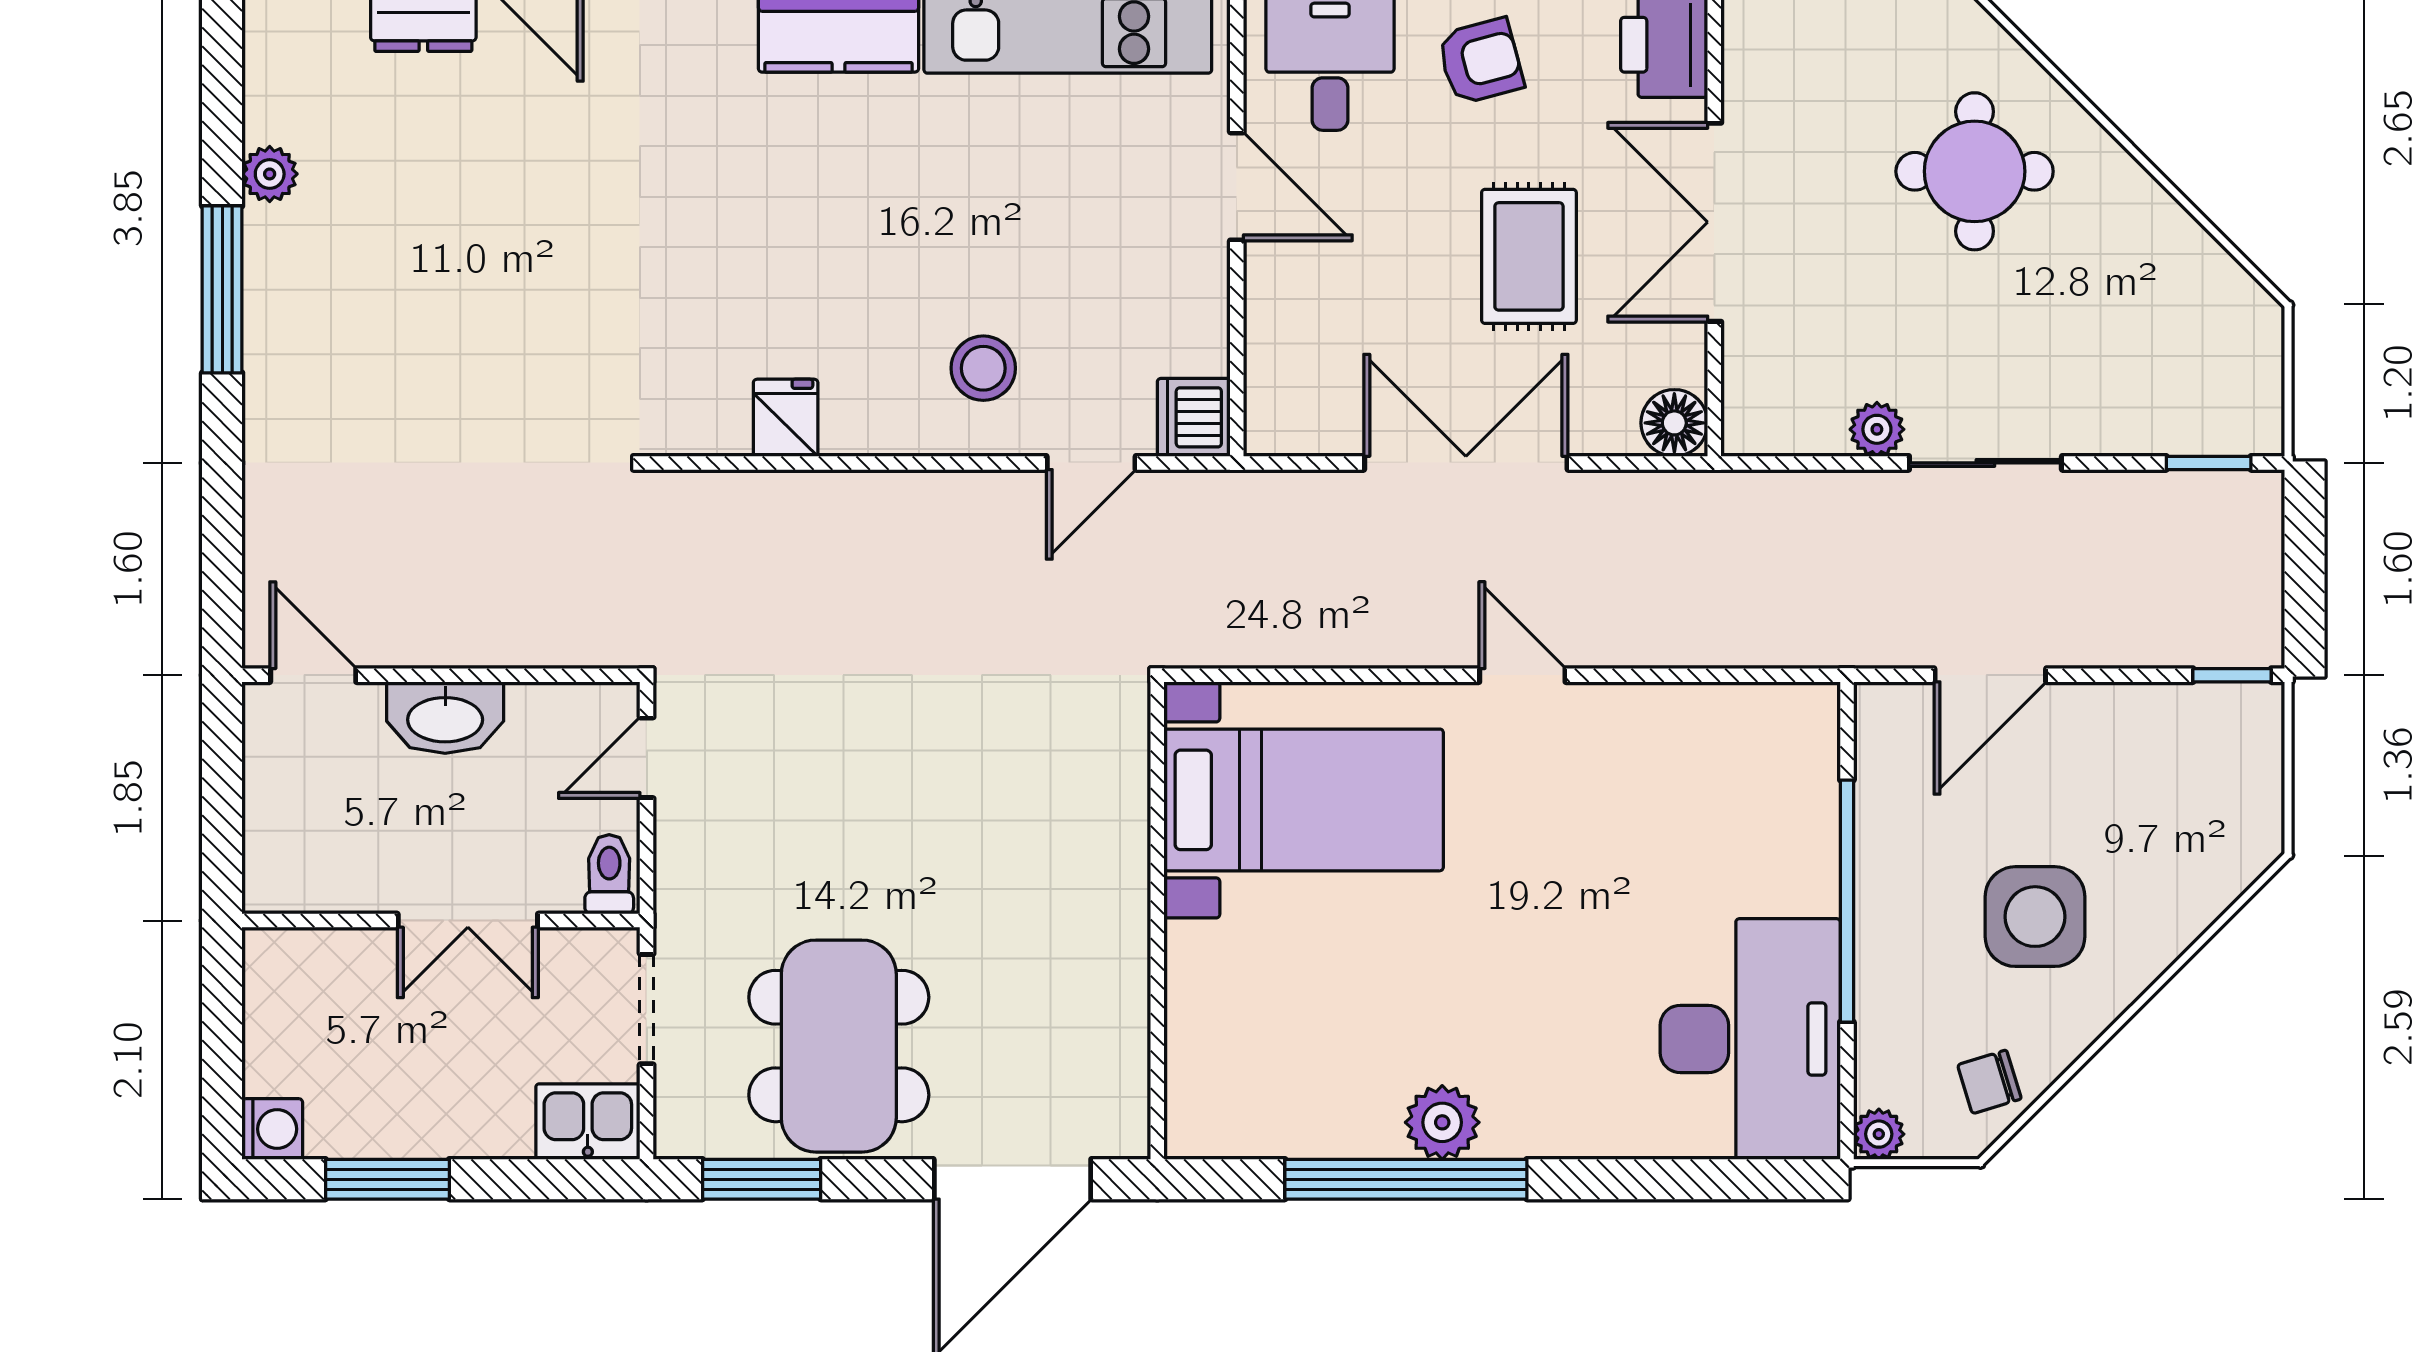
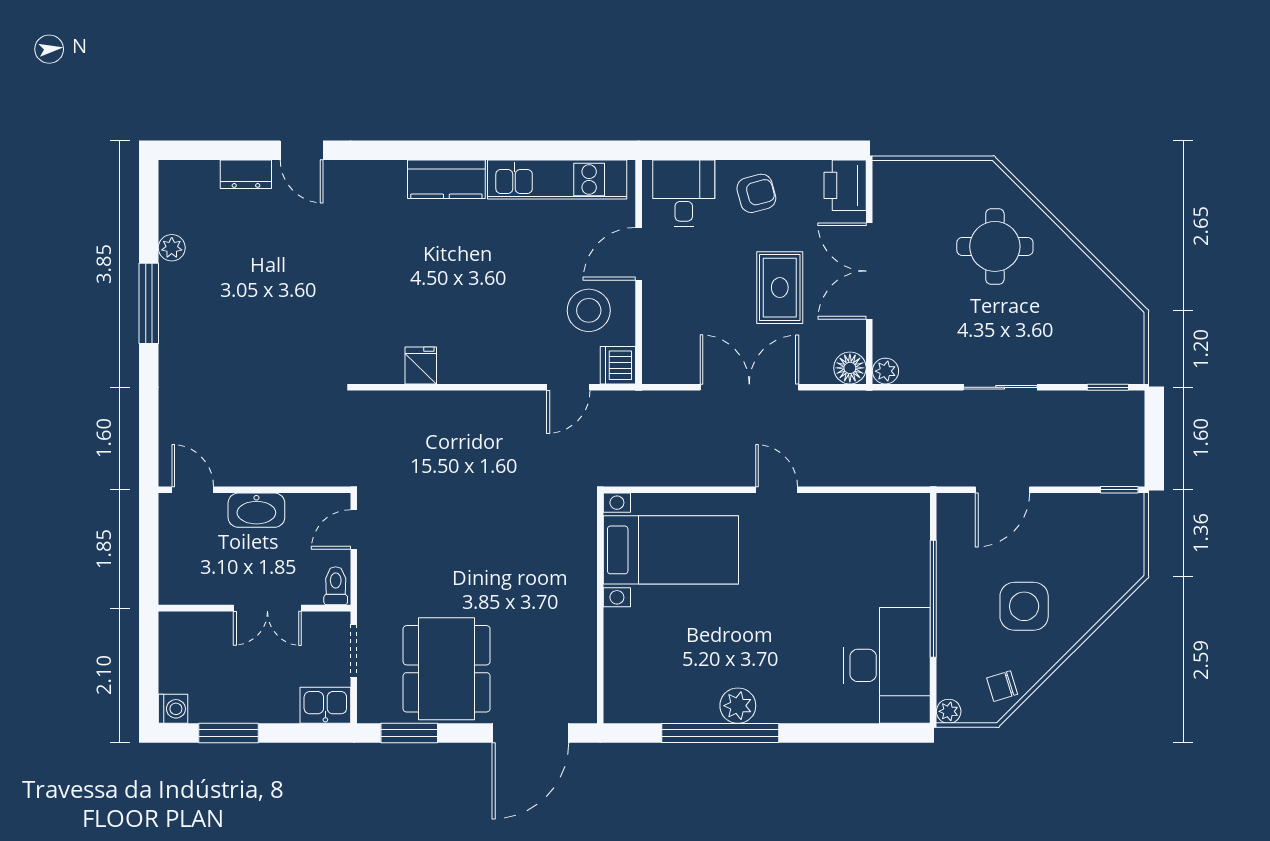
door: (1237, 186) -> (639, 254), swing flipped
stool: (983, 368) -> (589, 310), moved, width x1.38, depth x1.38
plant: (1877, 429) -> (885, 371), moved

